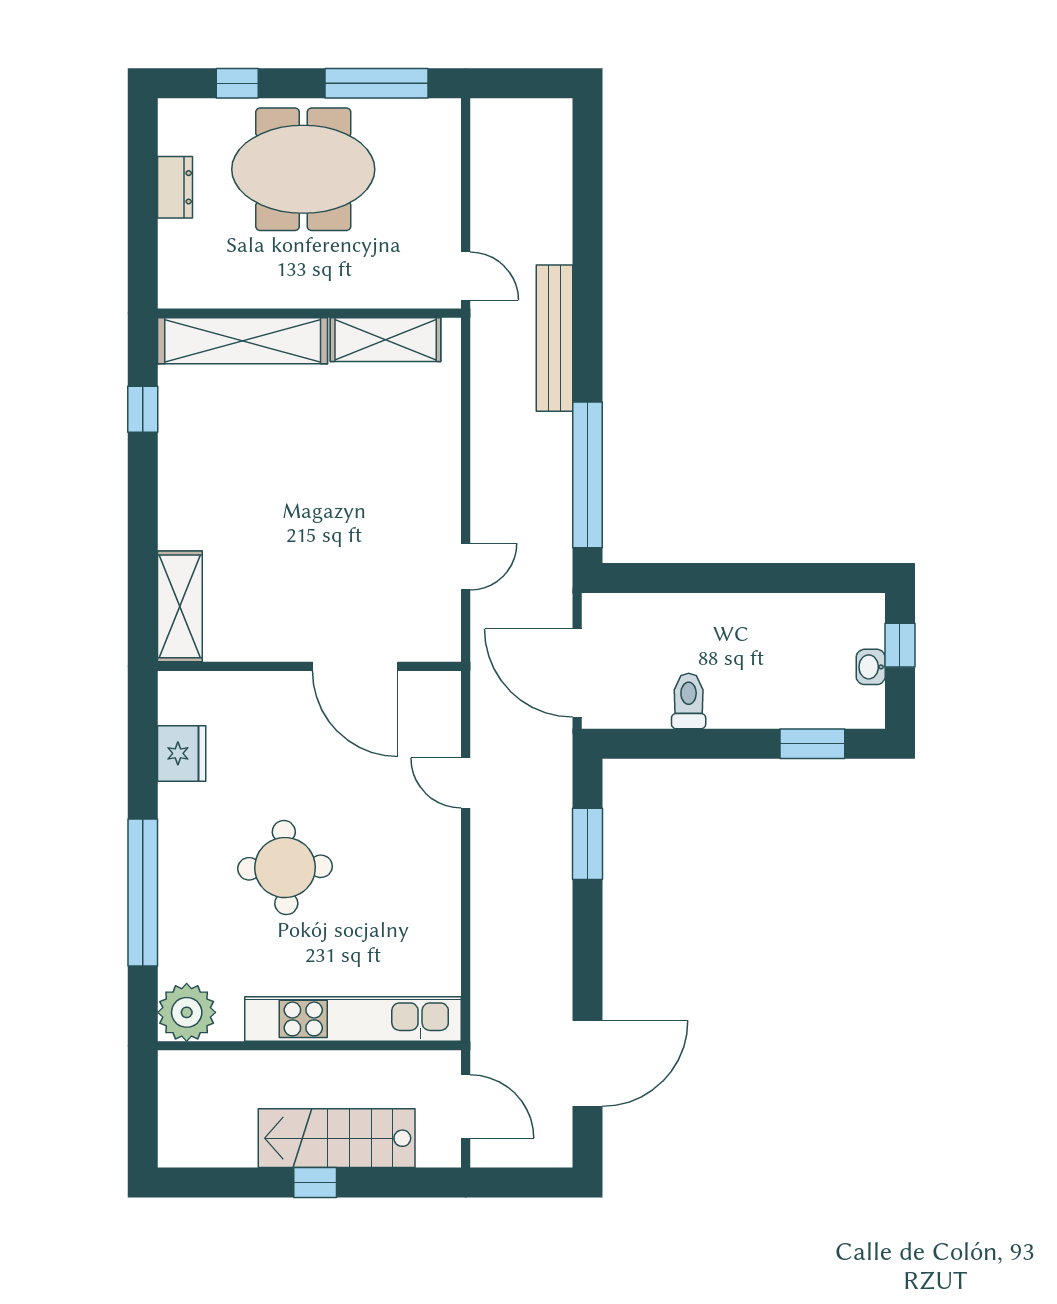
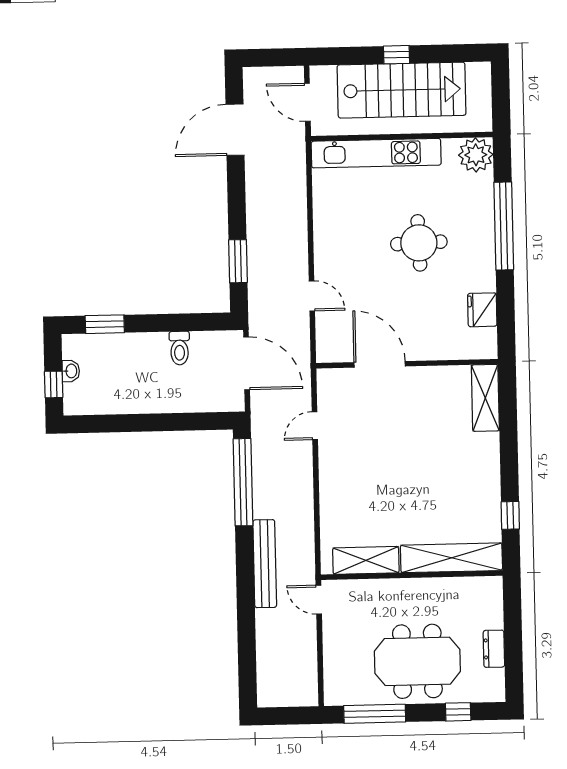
stairs: (337, 1138) -> (402, 90), width x1.36, depth x1.51

